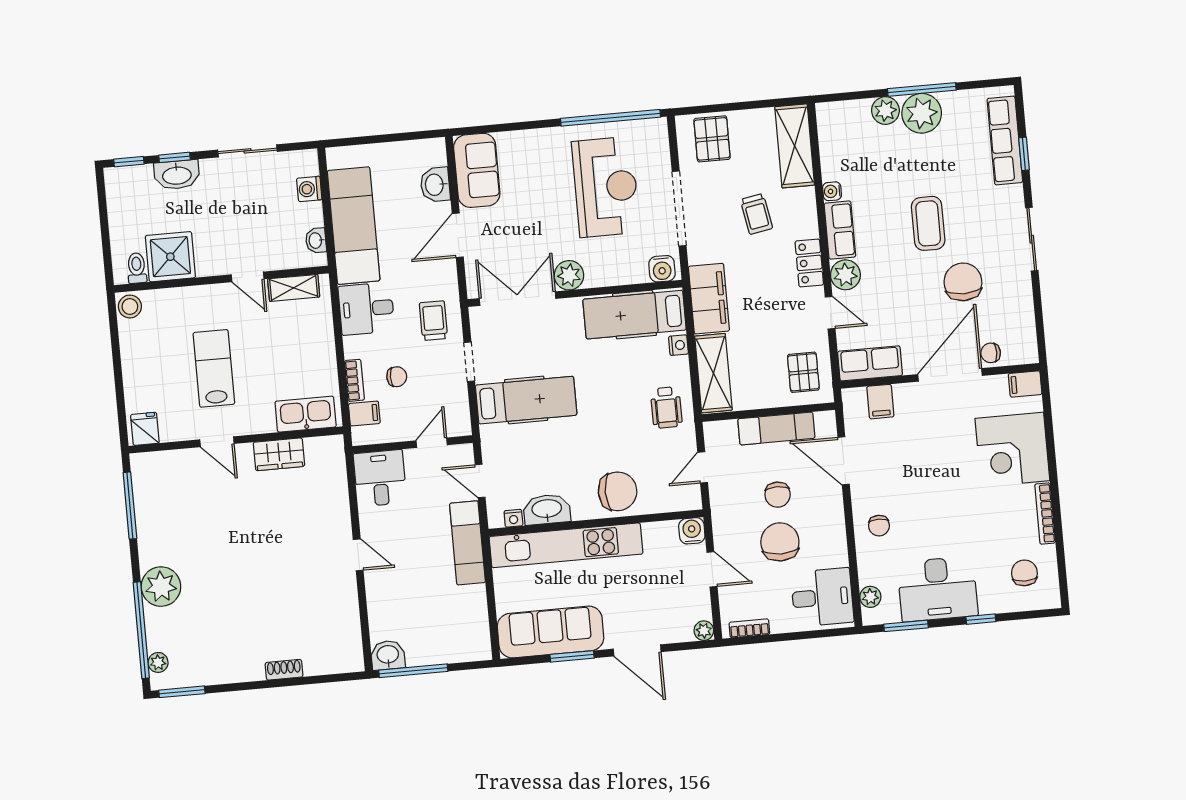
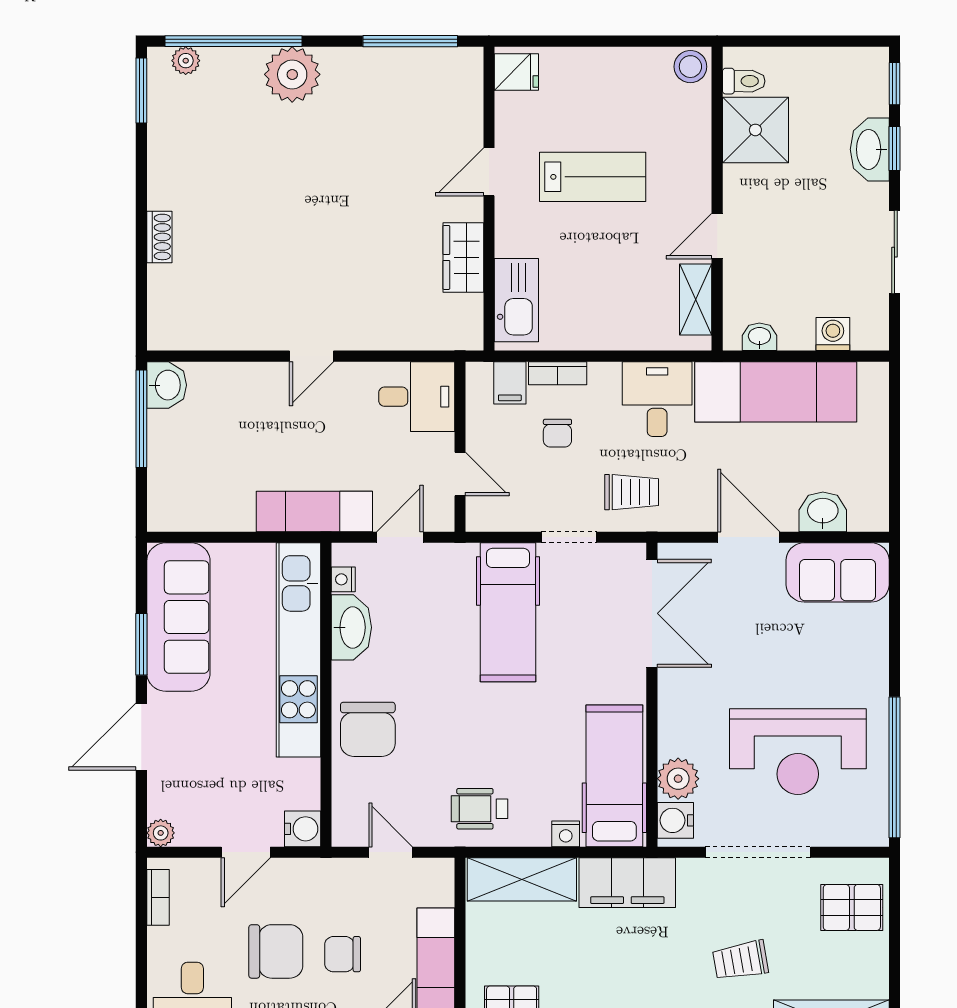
plant: (569, 275) -> (678, 779), moved

